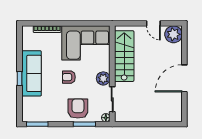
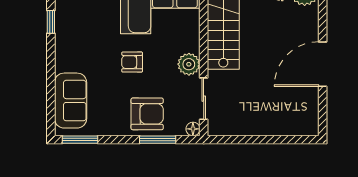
sofa: (31, 73) -> (71, 101), moved, width x0.73
window: (19, 78) -> (51, 22), moved
armchair: (78, 109) -> (147, 114), turned 90

